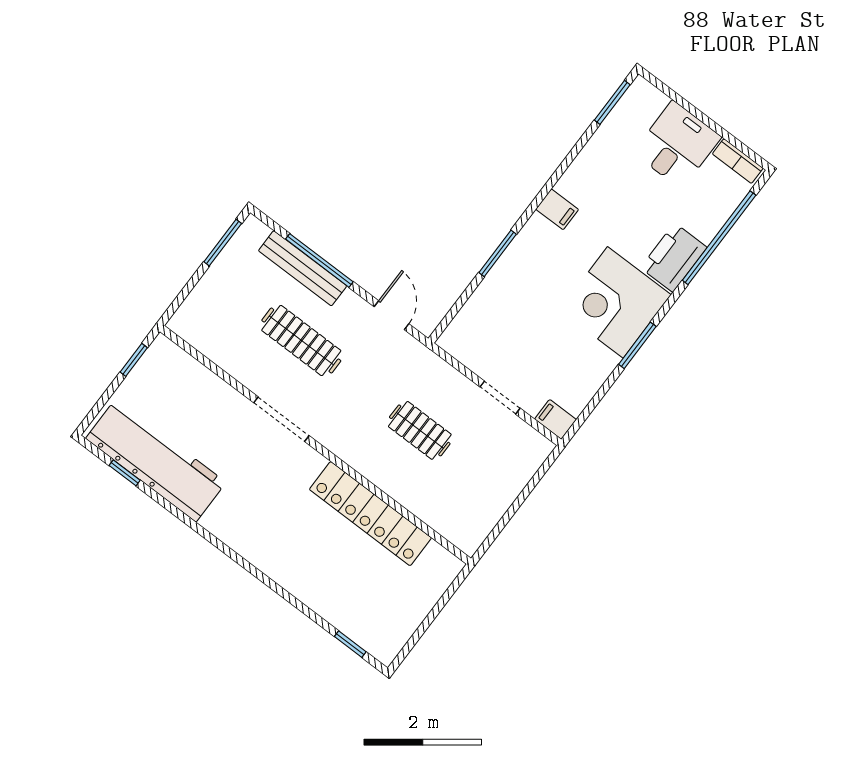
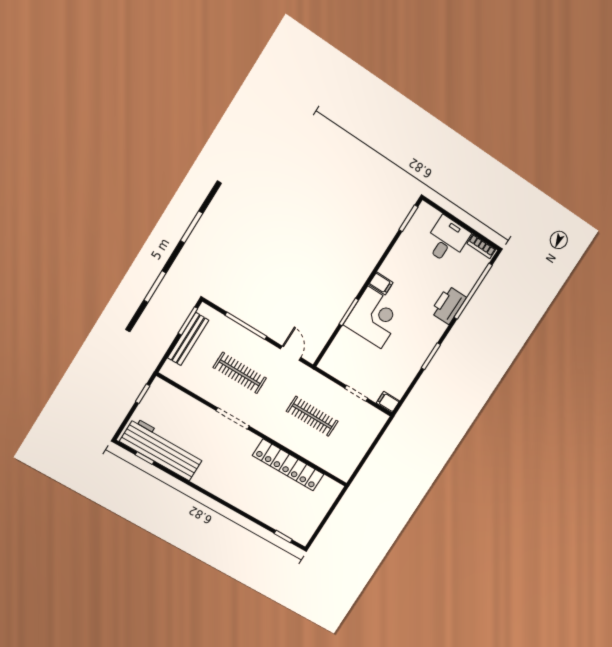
bench: (303, 268) -> (188, 339), moved, turned 90
corner desk: (615, 302) -> (374, 317), moved, turned 180
clothes rail: (420, 430) -> (312, 416), width x1.36

